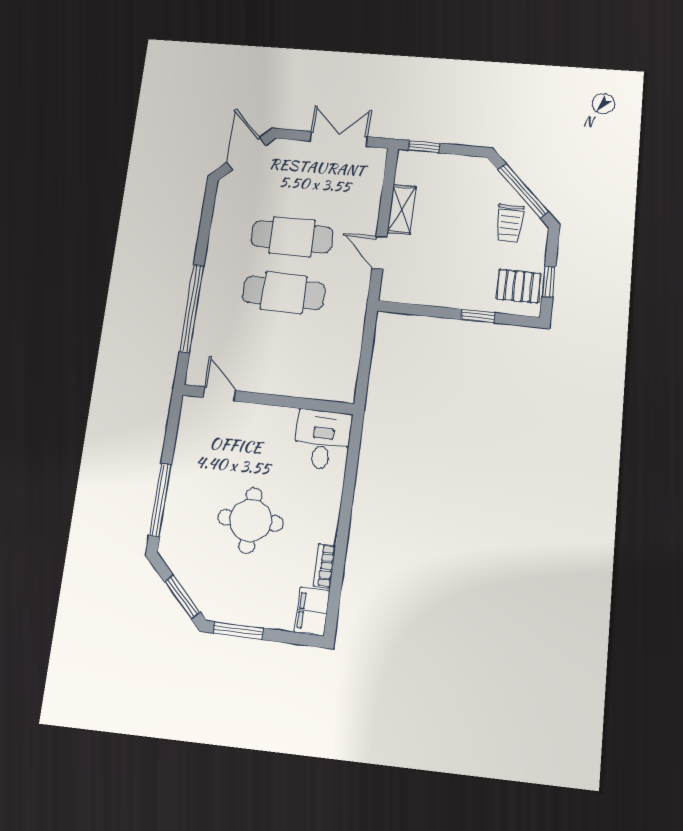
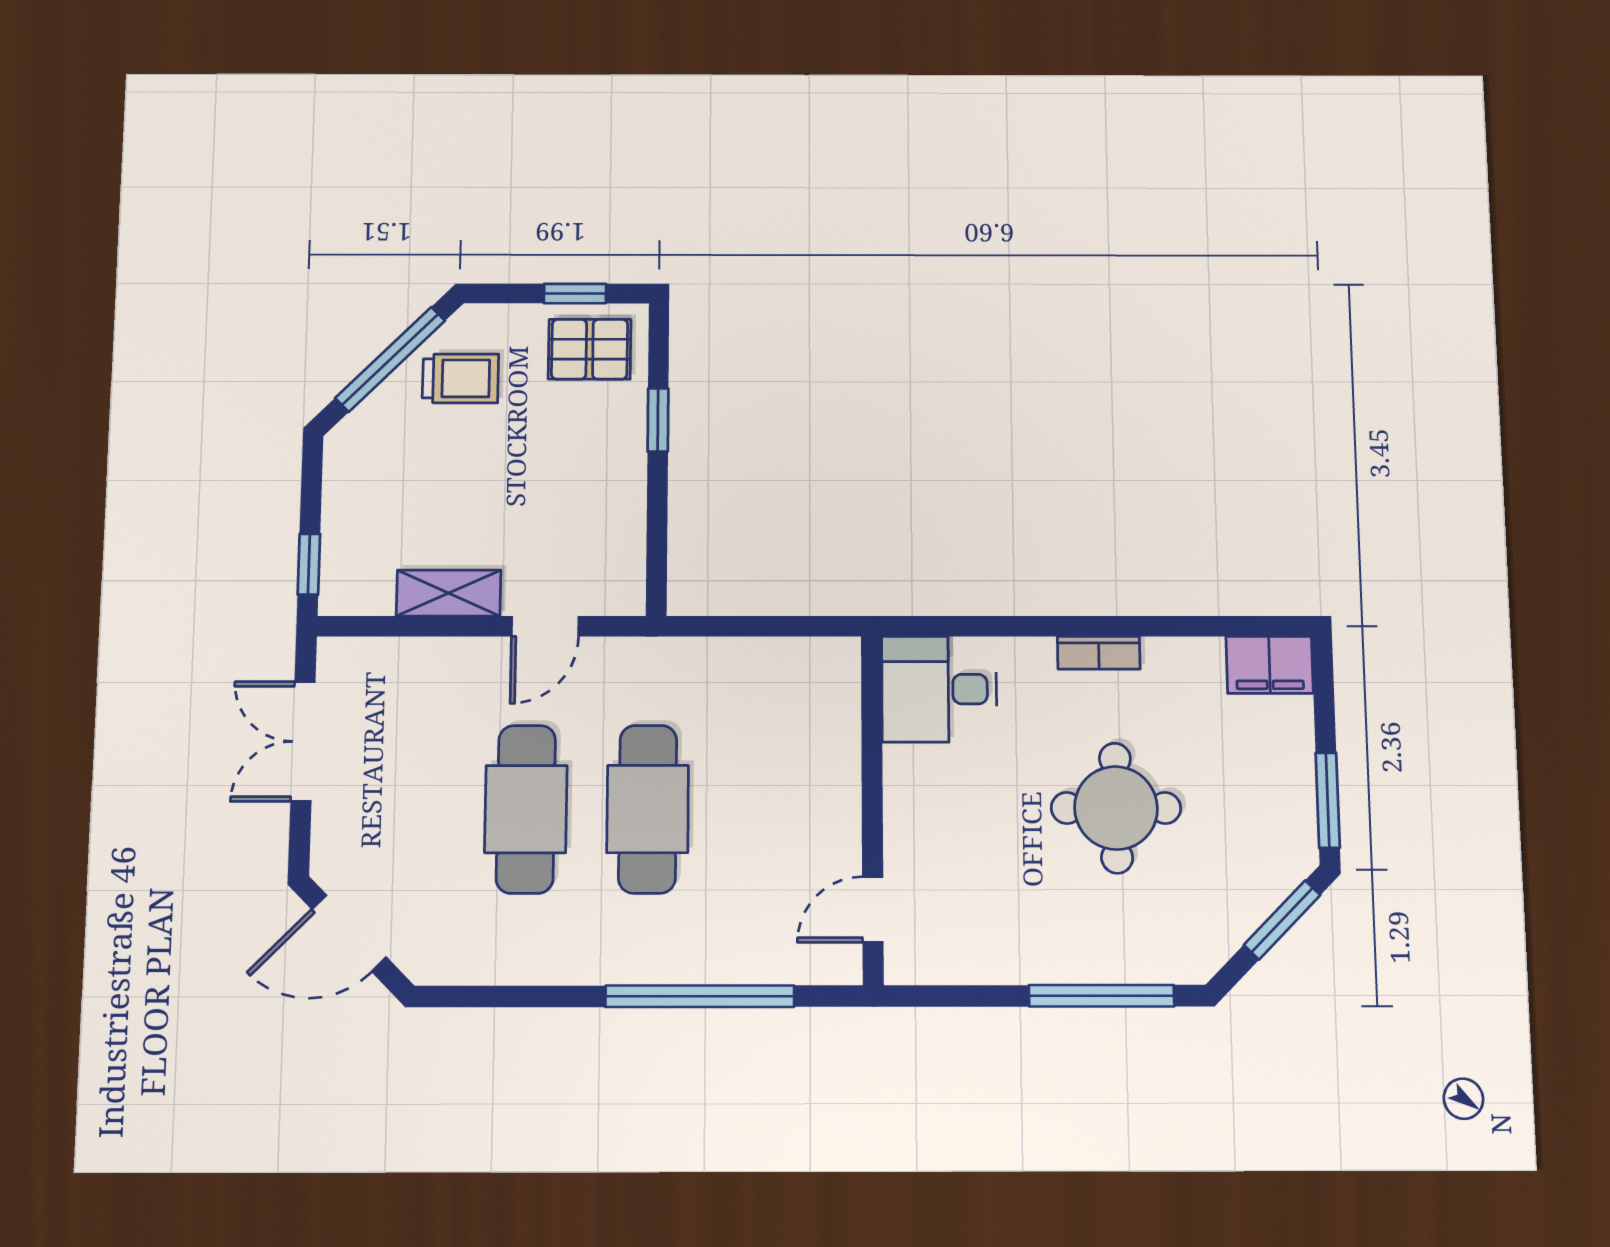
pallet: (519, 286) -> (590, 349), turned 90
bookcase: (324, 566) -> (1099, 653), moved

